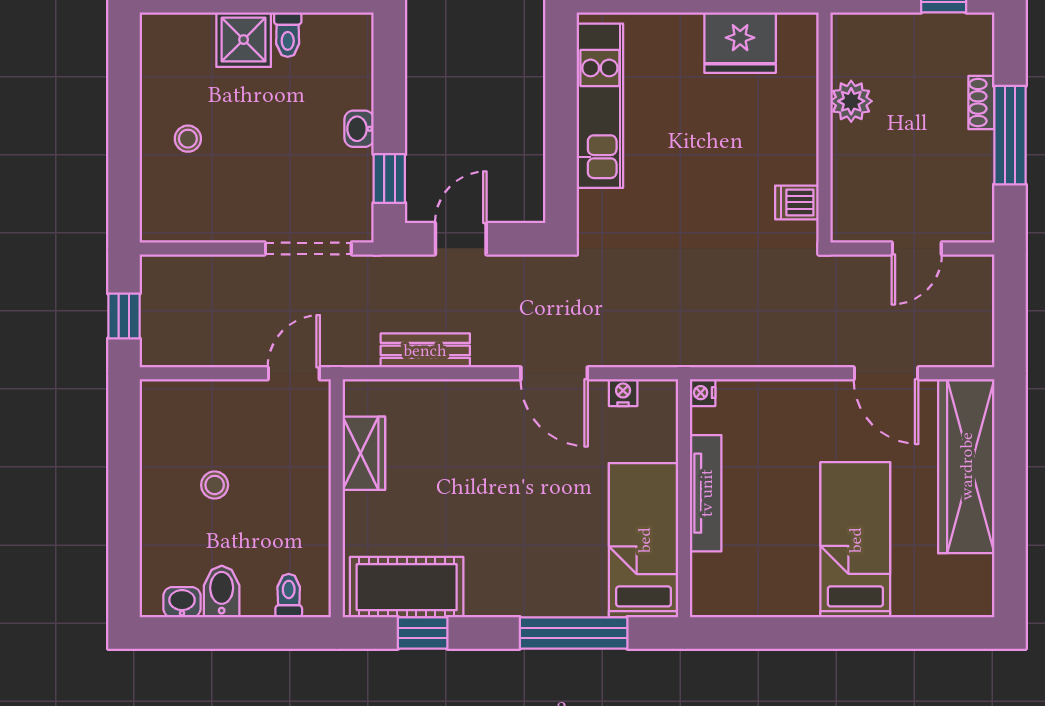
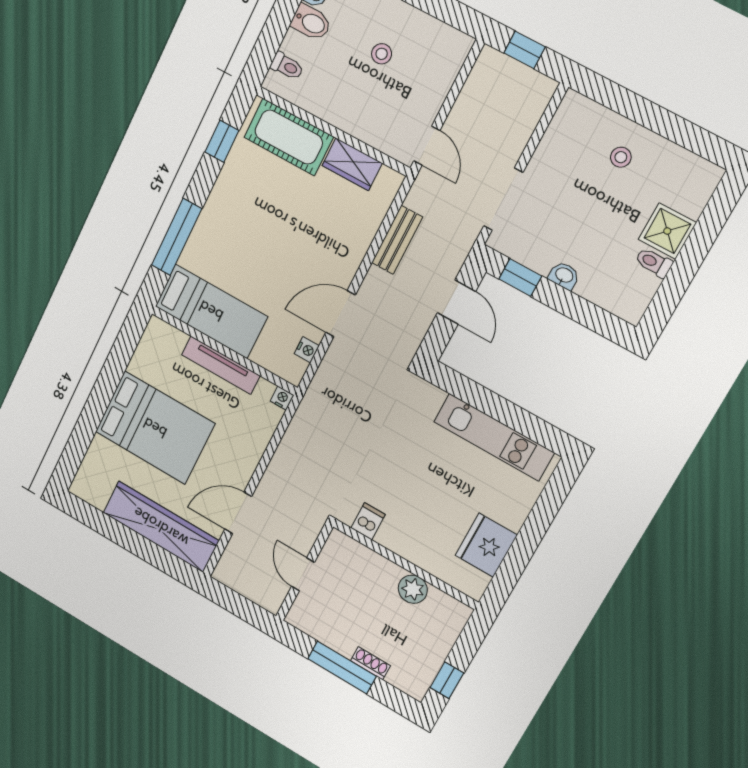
bed: (855, 540) -> (155, 428), width x1.50
cot: (407, 587) -> (289, 137), moved, turned 90

